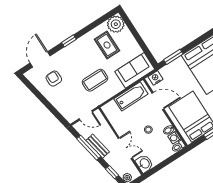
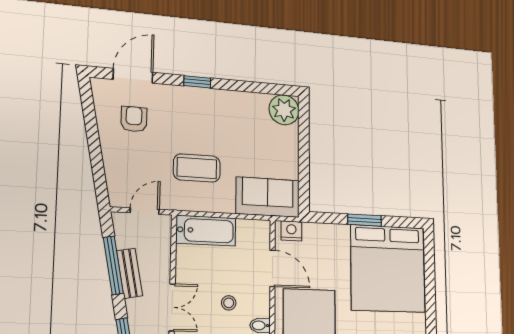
rug: (107, 45) -> (251, 130), removed
window: (173, 57) -> (365, 220), moved
bathtub: (131, 96) -> (206, 231), moved
door: (86, 115) -> (145, 211), swing flipped

